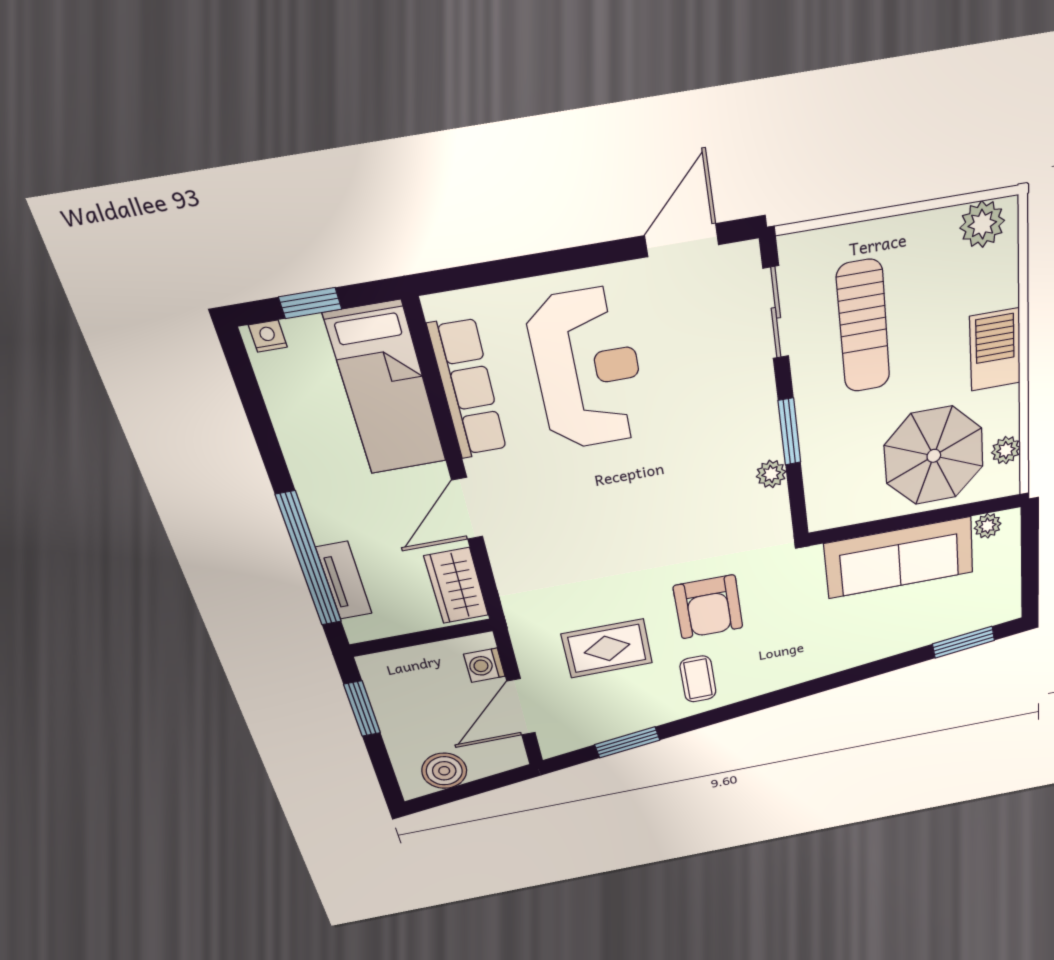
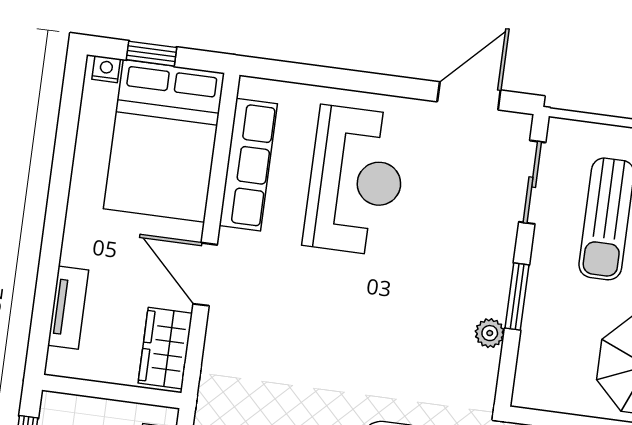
bed: (386, 389) -> (164, 141), width x1.50
door: (467, 509) -> (205, 274), hinge flipped
window: (309, 560) -> (47, 276), removed

